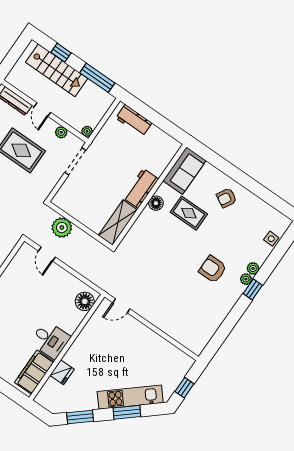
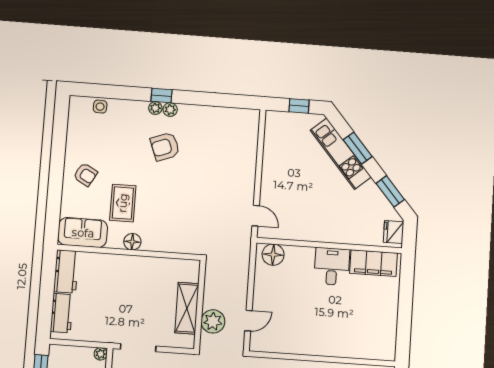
workbench: (141, 188) -> (66, 272), moved, turned -90
shelving: (118, 222) -> (187, 308), moved, turned 90
plant: (253, 268) -> (170, 110), moved
armchair: (213, 269) -> (165, 147), turned 69
fridge: (62, 372) -> (393, 232), moved, turned -90

